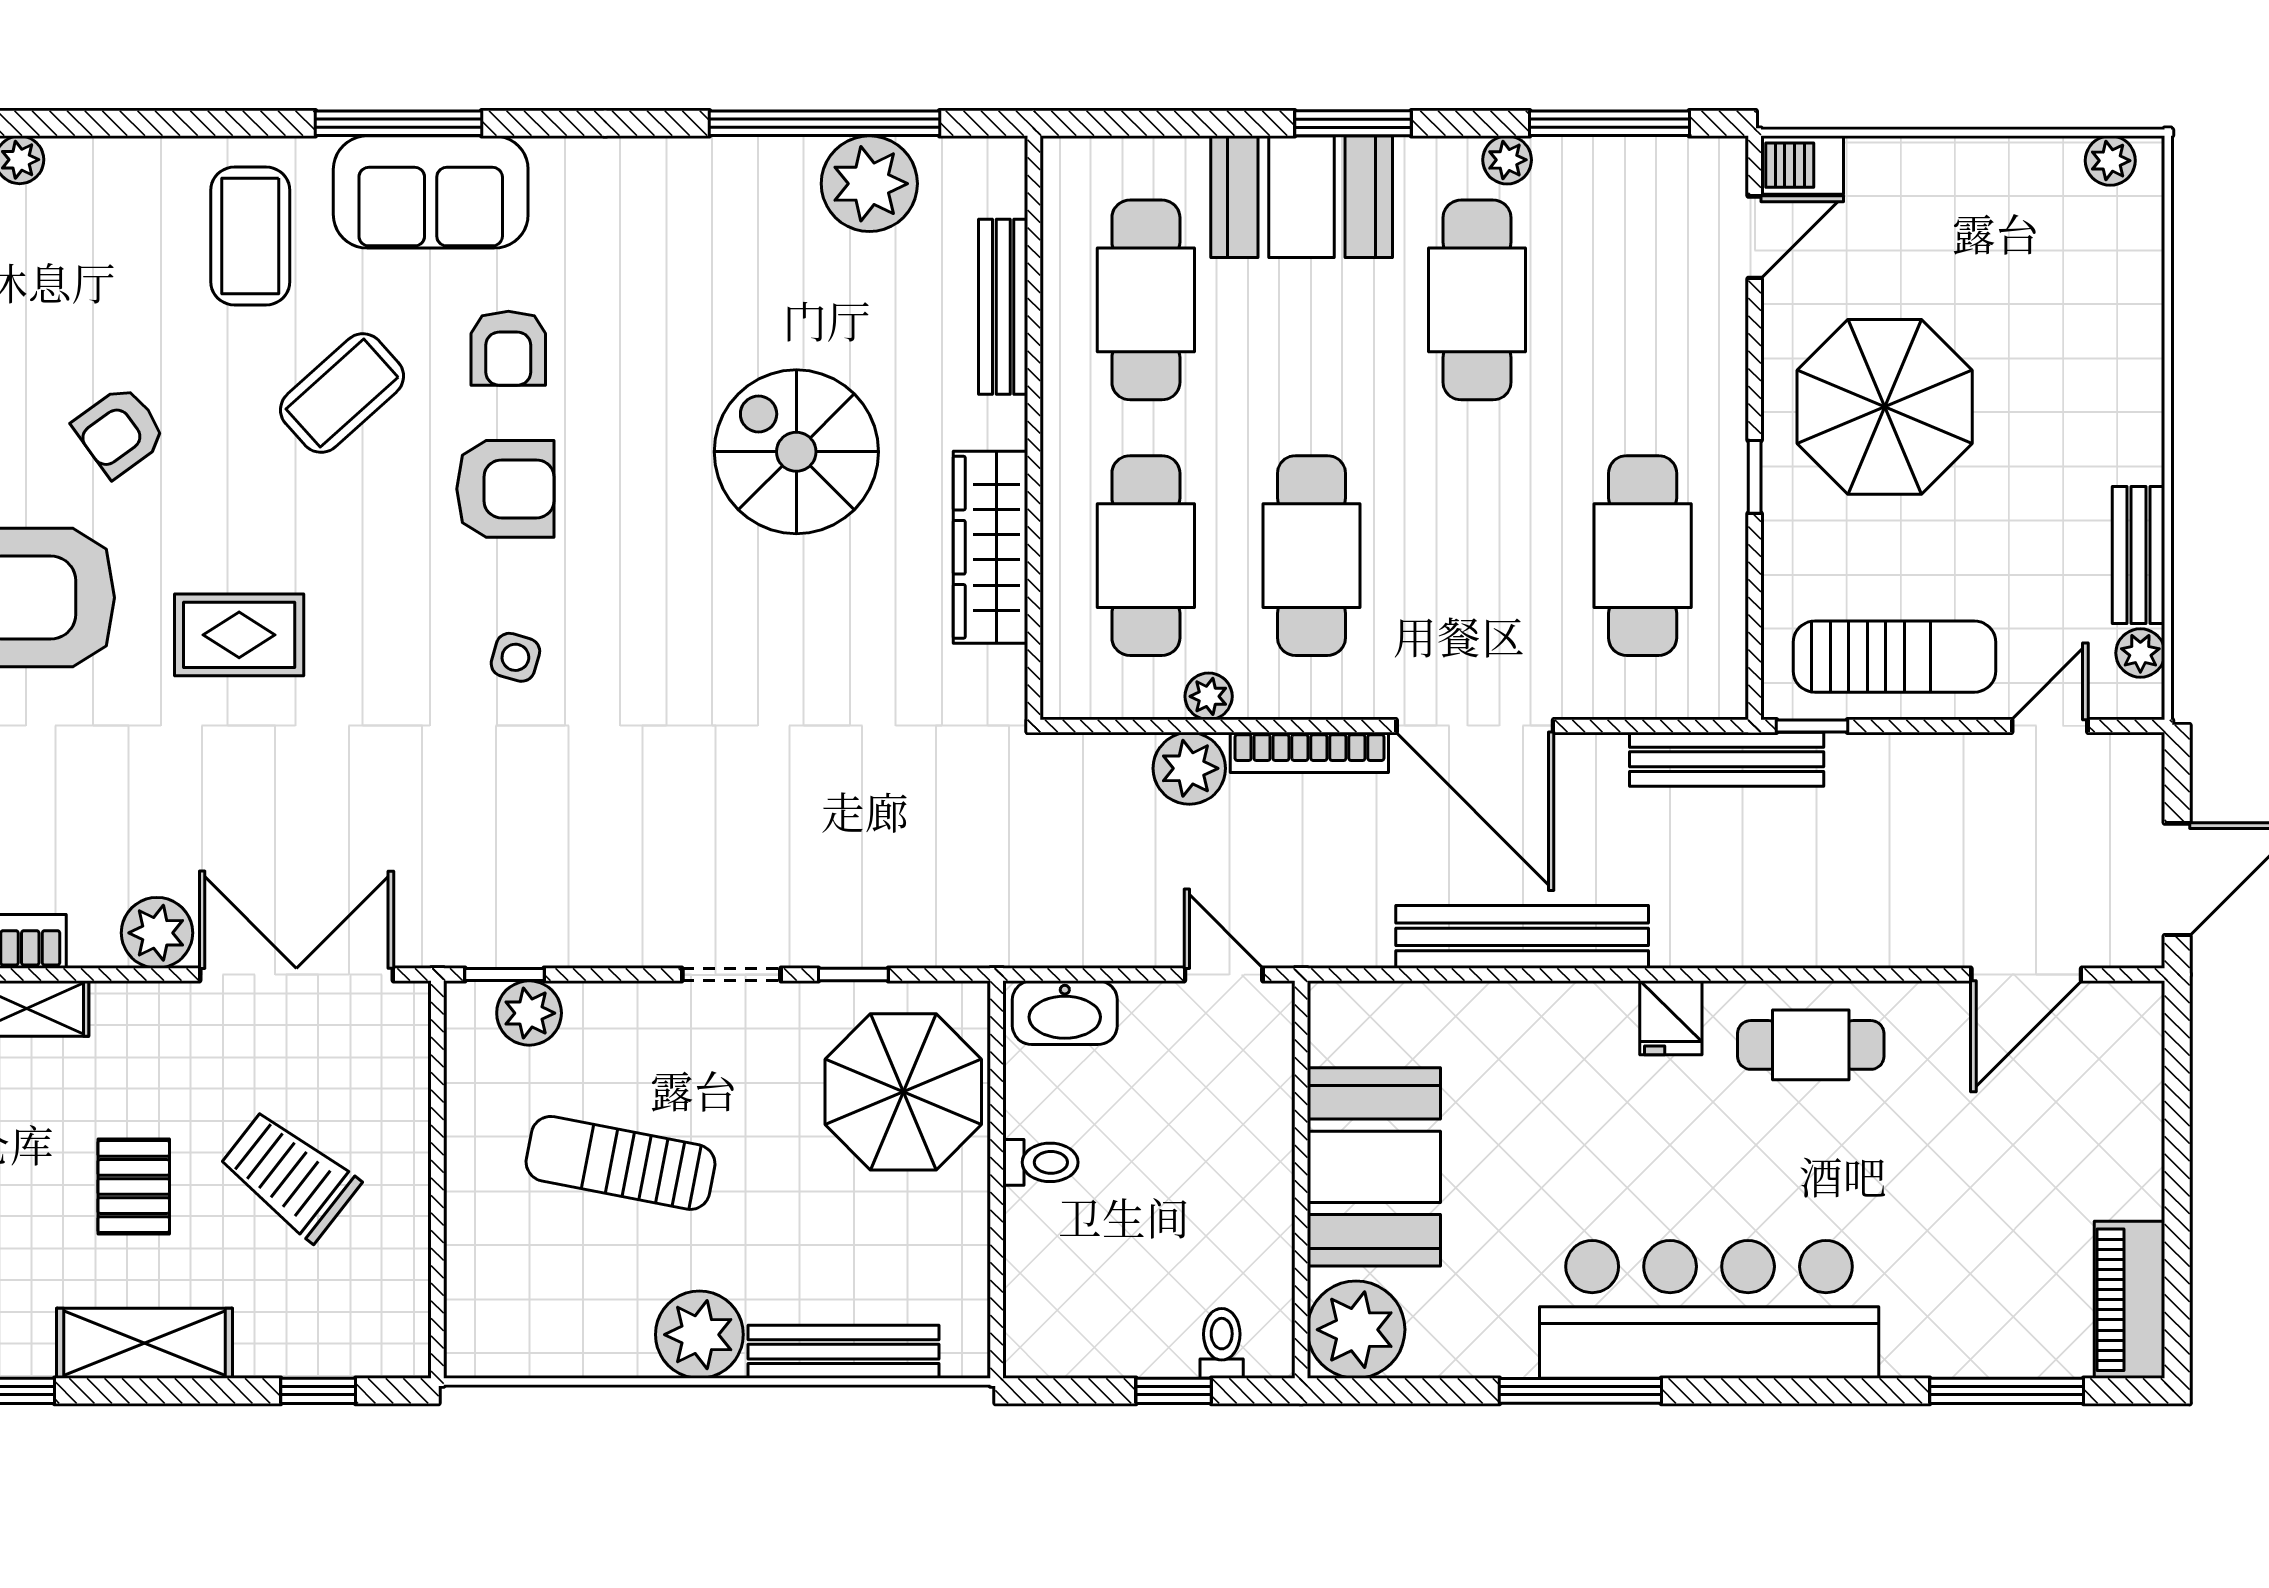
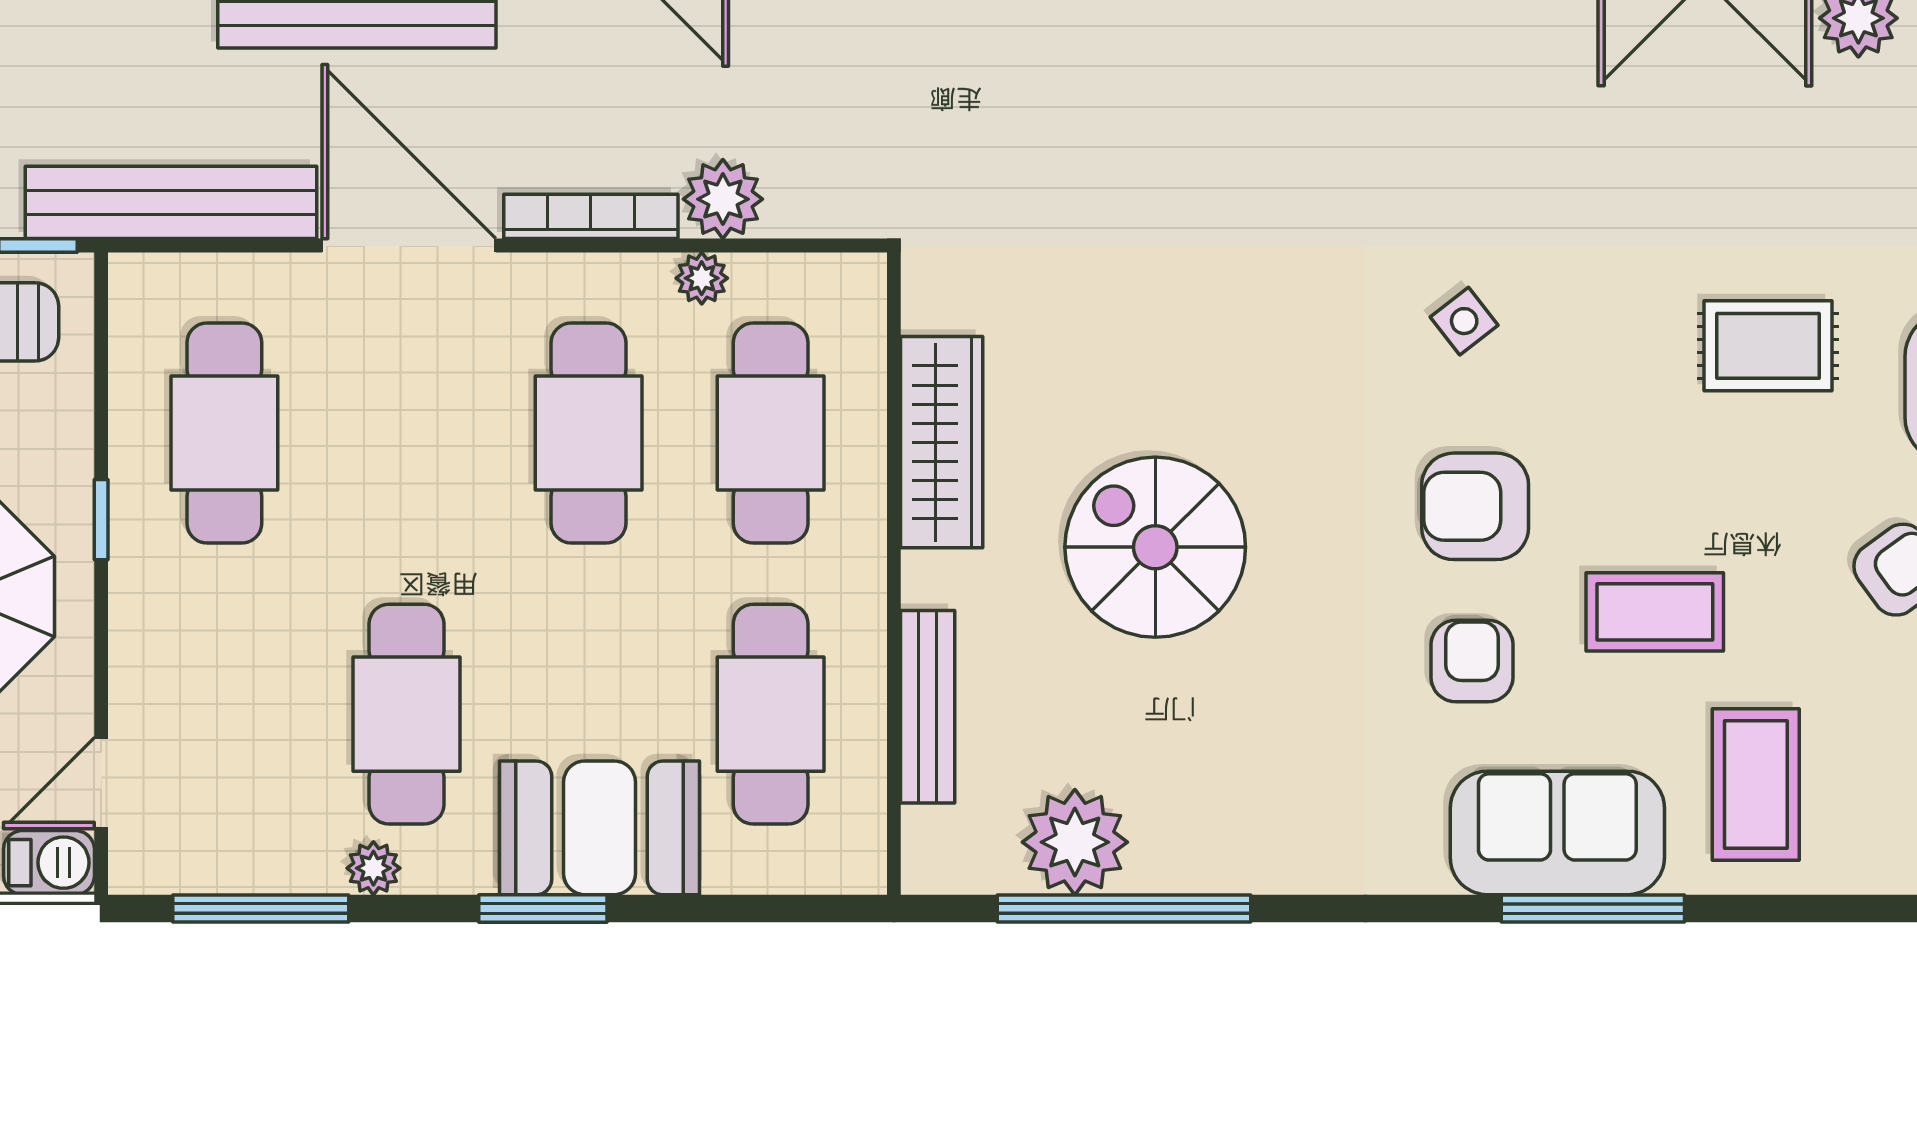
coffee table: (342, 393) -> (1655, 612), turned 42
spiral stairs: (796, 452) -> (1155, 547), turned 180
side table: (515, 657) -> (1464, 321), turned 36
bench: (1727, 759) -> (171, 202), width x1.37, depth x1.21

